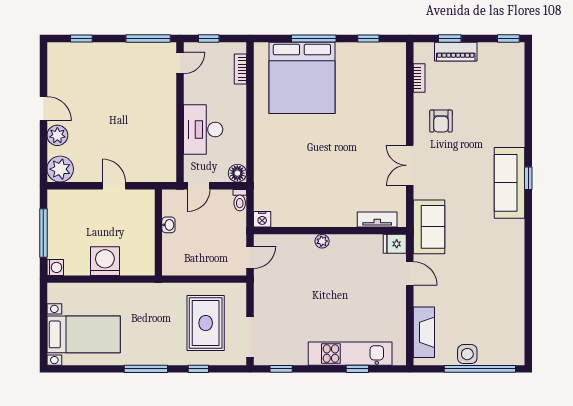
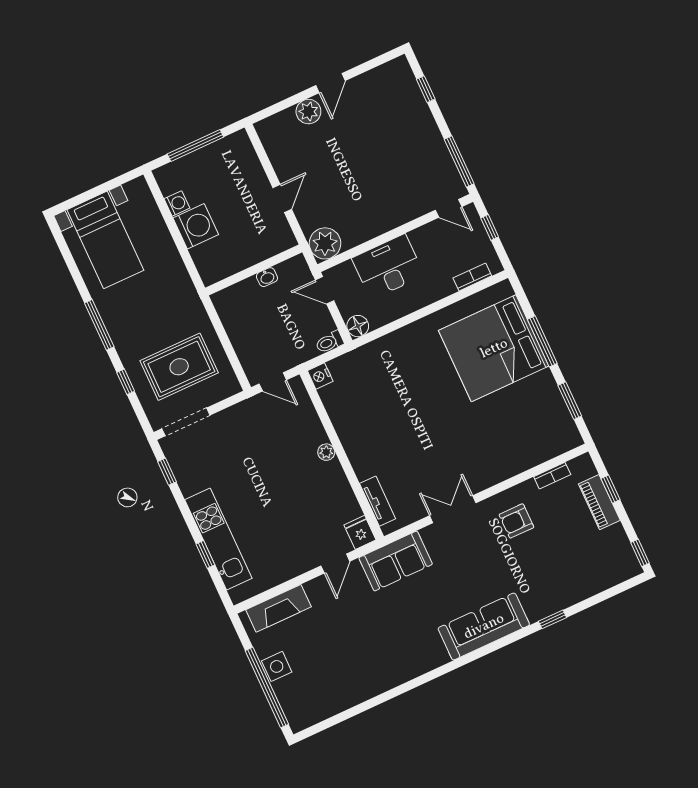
window: (368, 38) -> (570, 401), width x1.50
plant: (60, 169) -> (325, 243), moved
window: (528, 178) -> (553, 619), moved
washing machine: (55, 267) -> (177, 203), moved, turned -90

